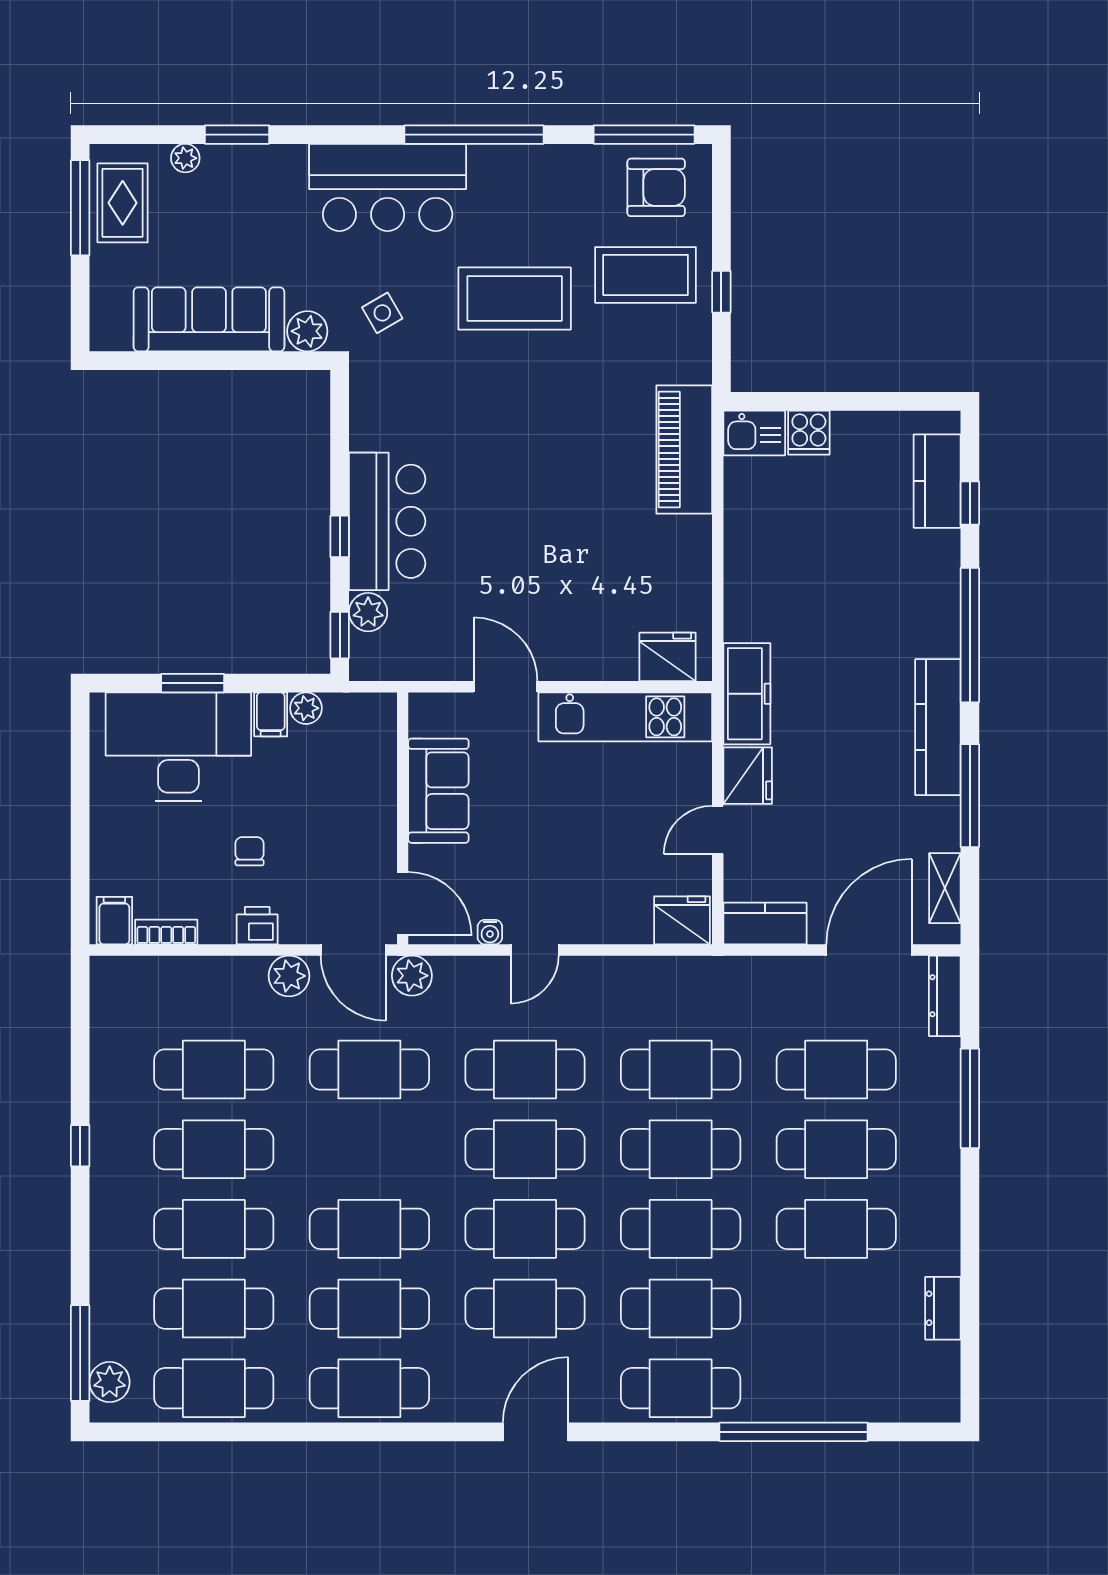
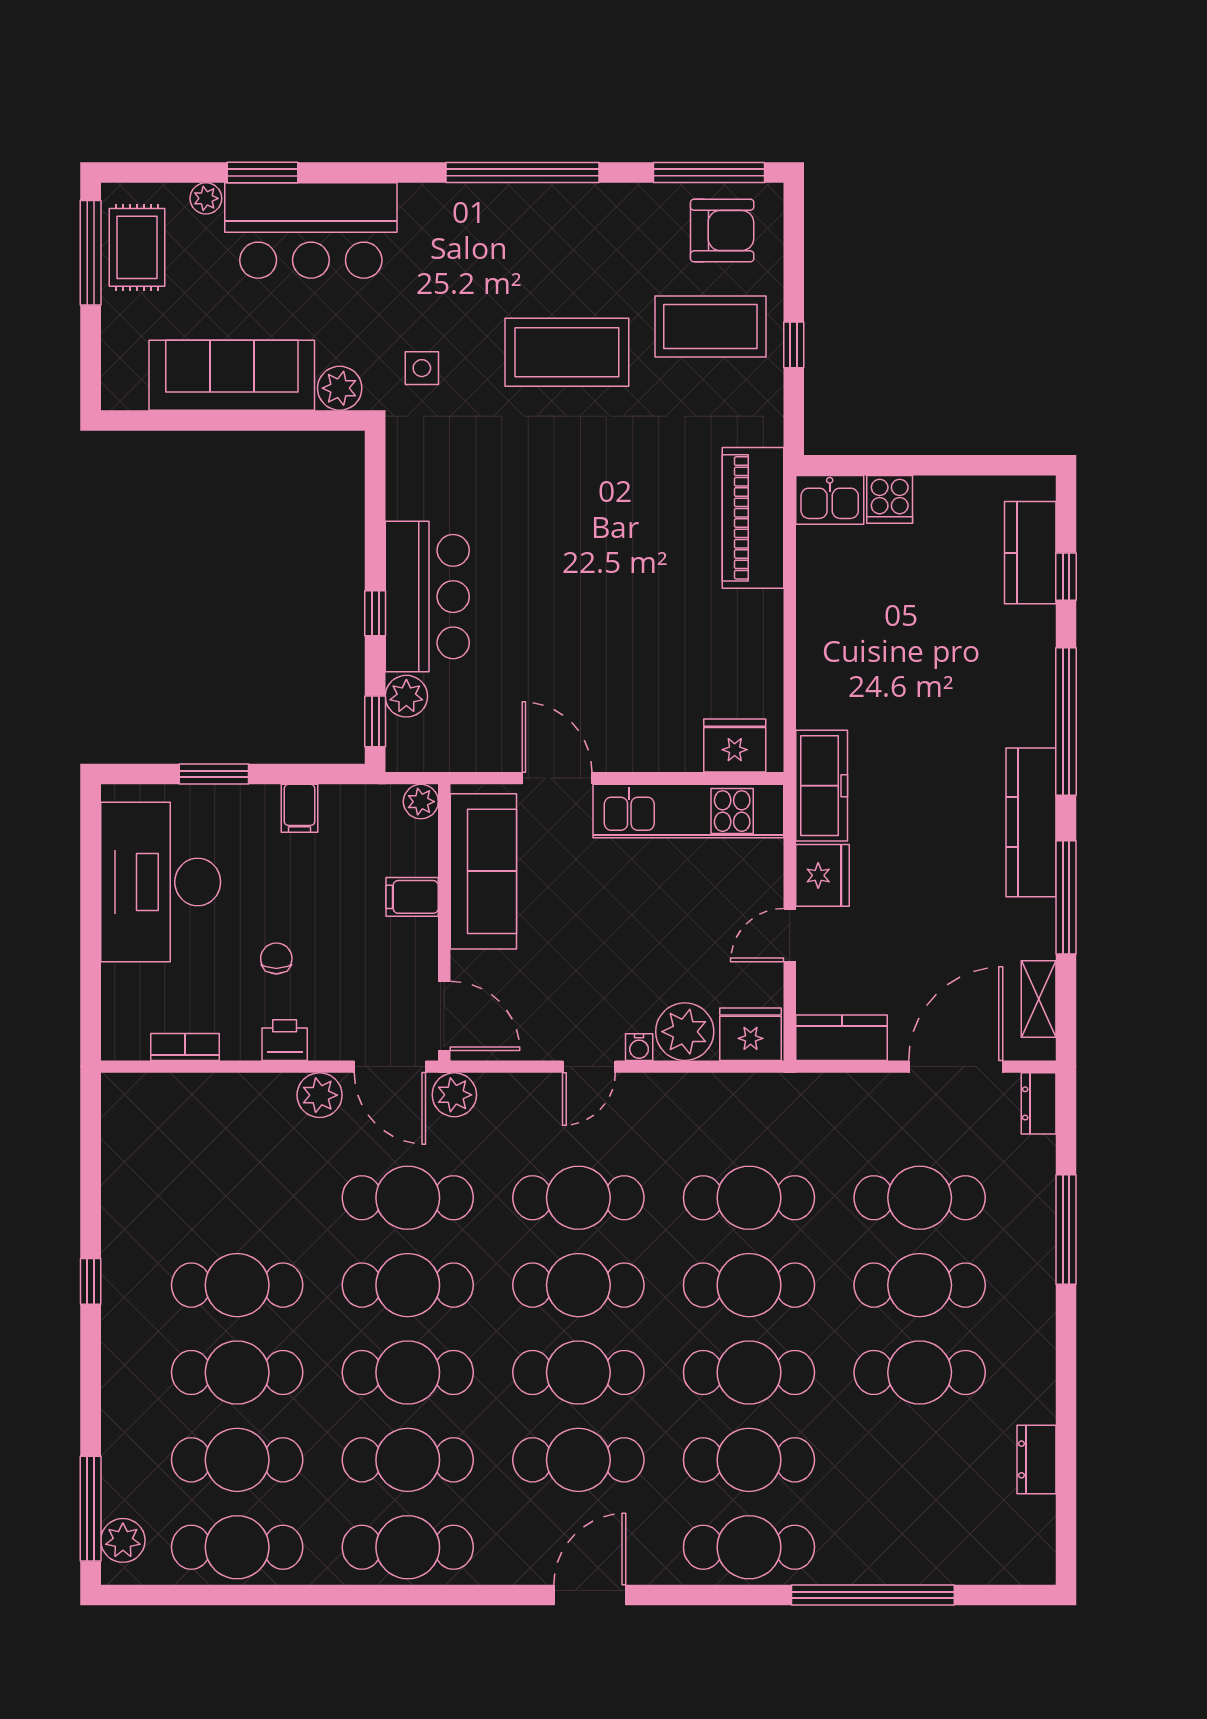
bar counter: (388, 187) -> (311, 231), moved
side table: (382, 313) -> (422, 368), turned 30
plant: (306, 708) -> (421, 802), moved
desk: (178, 747) -> (161, 882), moved, turned -90
sofa: (438, 791) -> (483, 871), width x1.36
plant: (622, 918) -> (685, 1032), added
filing cabinet: (114, 921) -> (412, 897), moved, turned -90
water cooler: (490, 932) -> (639, 1047), moved
dresser: (945, 996) -> (1039, 1103), width x0.70
cafe table: (214, 1069) -> (408, 1285), moved

